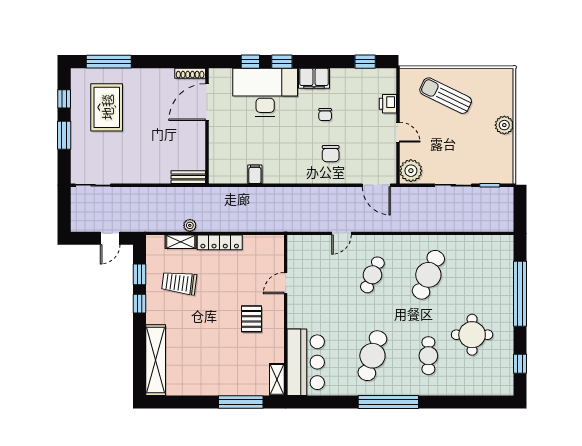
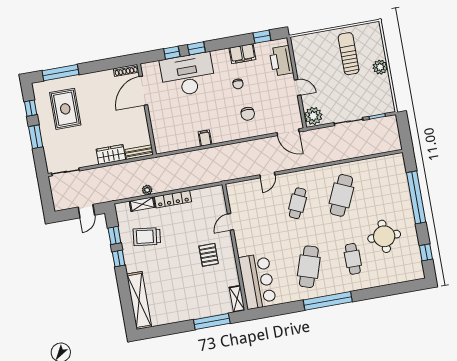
filing cabinet: (314, 78) -> (242, 54), moved
sun lounger: (446, 96) -> (349, 54), moved, turned 64
printer: (388, 104) -> (281, 61), width x1.87, depth x1.48
wardrobe: (153, 174) -> (111, 154), added
filing cabinet: (255, 174) -> (205, 138), moved

